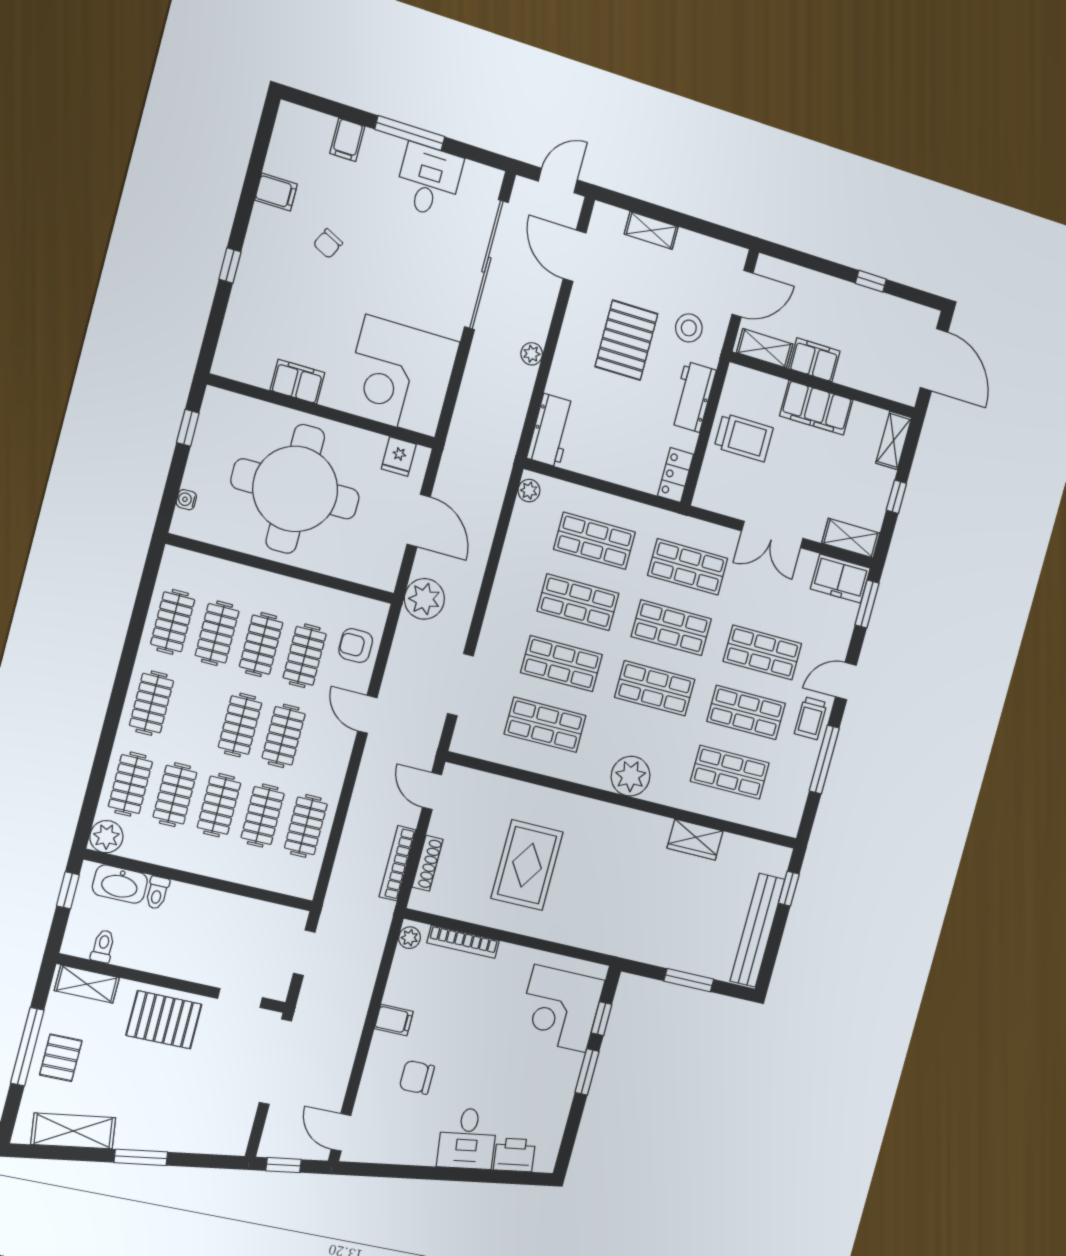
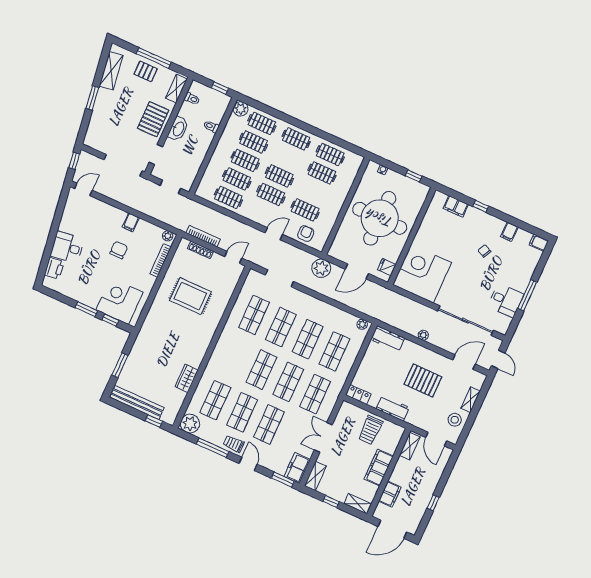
filing cabinet: (347, 140) -> (539, 243), moved
stool: (689, 328) -> (455, 420), moved
filing cabinet: (814, 360) -> (390, 494), moved
filing cabinet: (297, 382) -> (456, 206), moved, turned 90
clothes rail: (261, 645) -> (313, 191), removed
plant: (631, 776) -> (190, 424), moved
washbasin: (120, 884) -> (178, 129), moved, turned 180
chair: (417, 1077) -> (119, 250), moved

